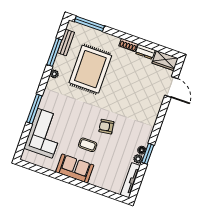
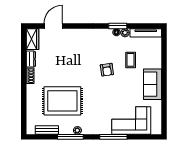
window: (89, 24) -> (24, 115), removed
window: (54, 52) -> (70, 137), moved
coffee table: (88, 145) -> (131, 60), moved

